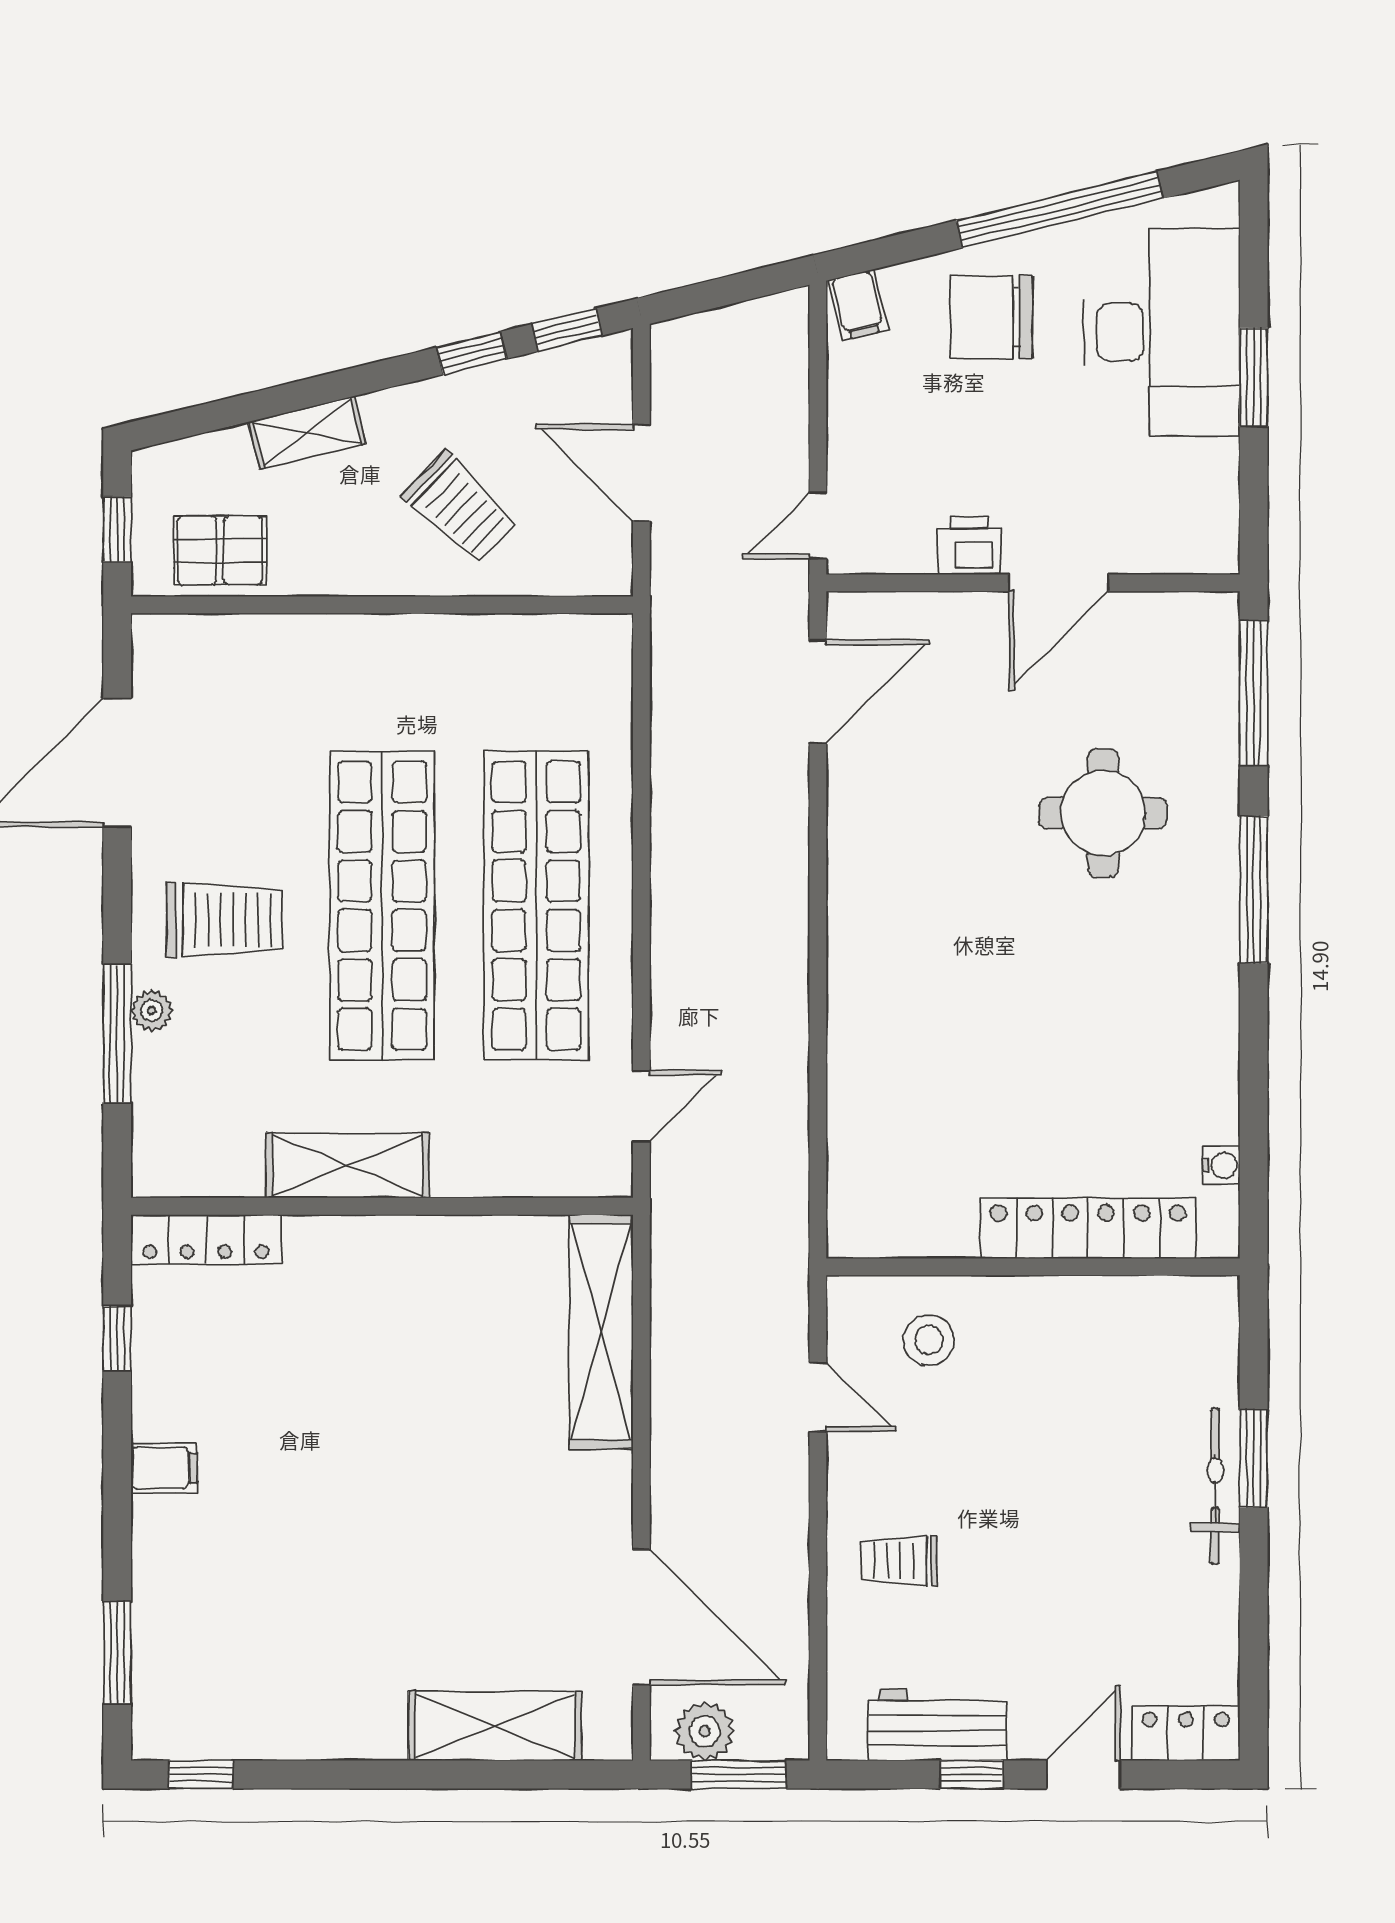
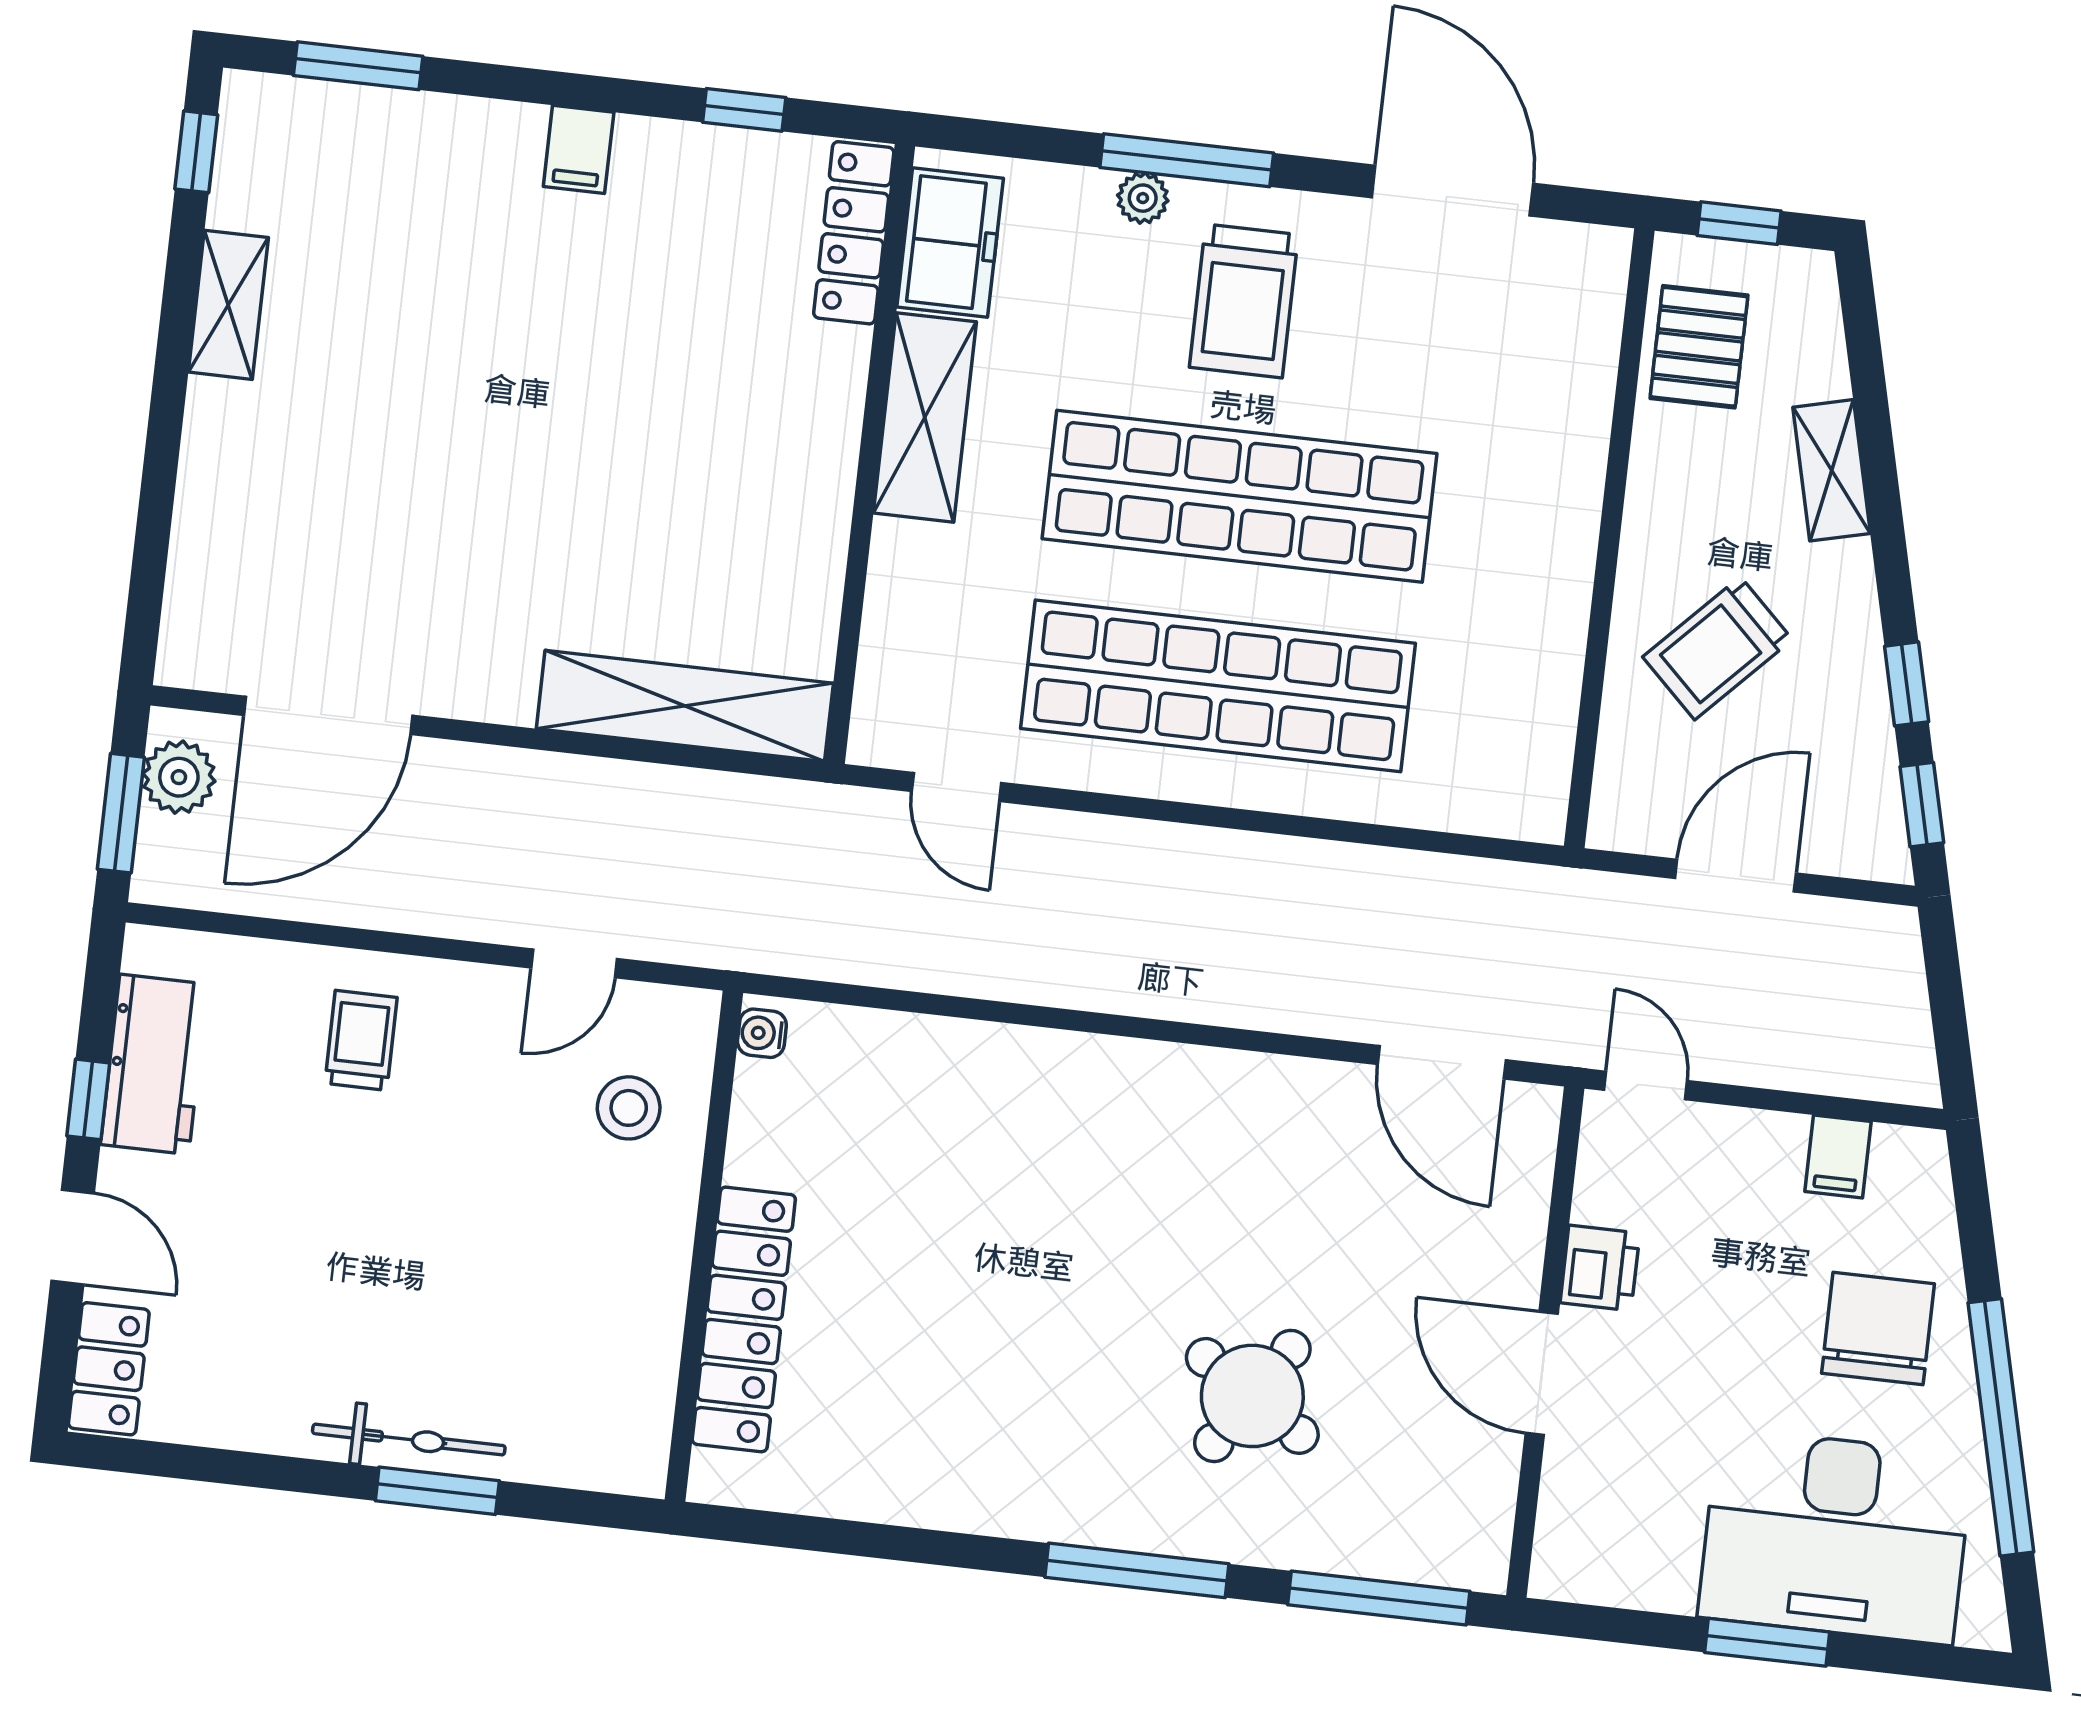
filing cabinet: (858, 305) -> (1838, 1156), moved, turned -76
round table: (1103, 813) -> (1252, 1396), turned 33
window: (117, 1034) -> (1187, 160), moved
freezer: (205, 1161) -> (950, 243), added
water cooler: (1221, 1165) -> (762, 1033), moved, turned 90
shelving: (495, 1726) -> (228, 305), moved, width x0.67, depth x0.75

